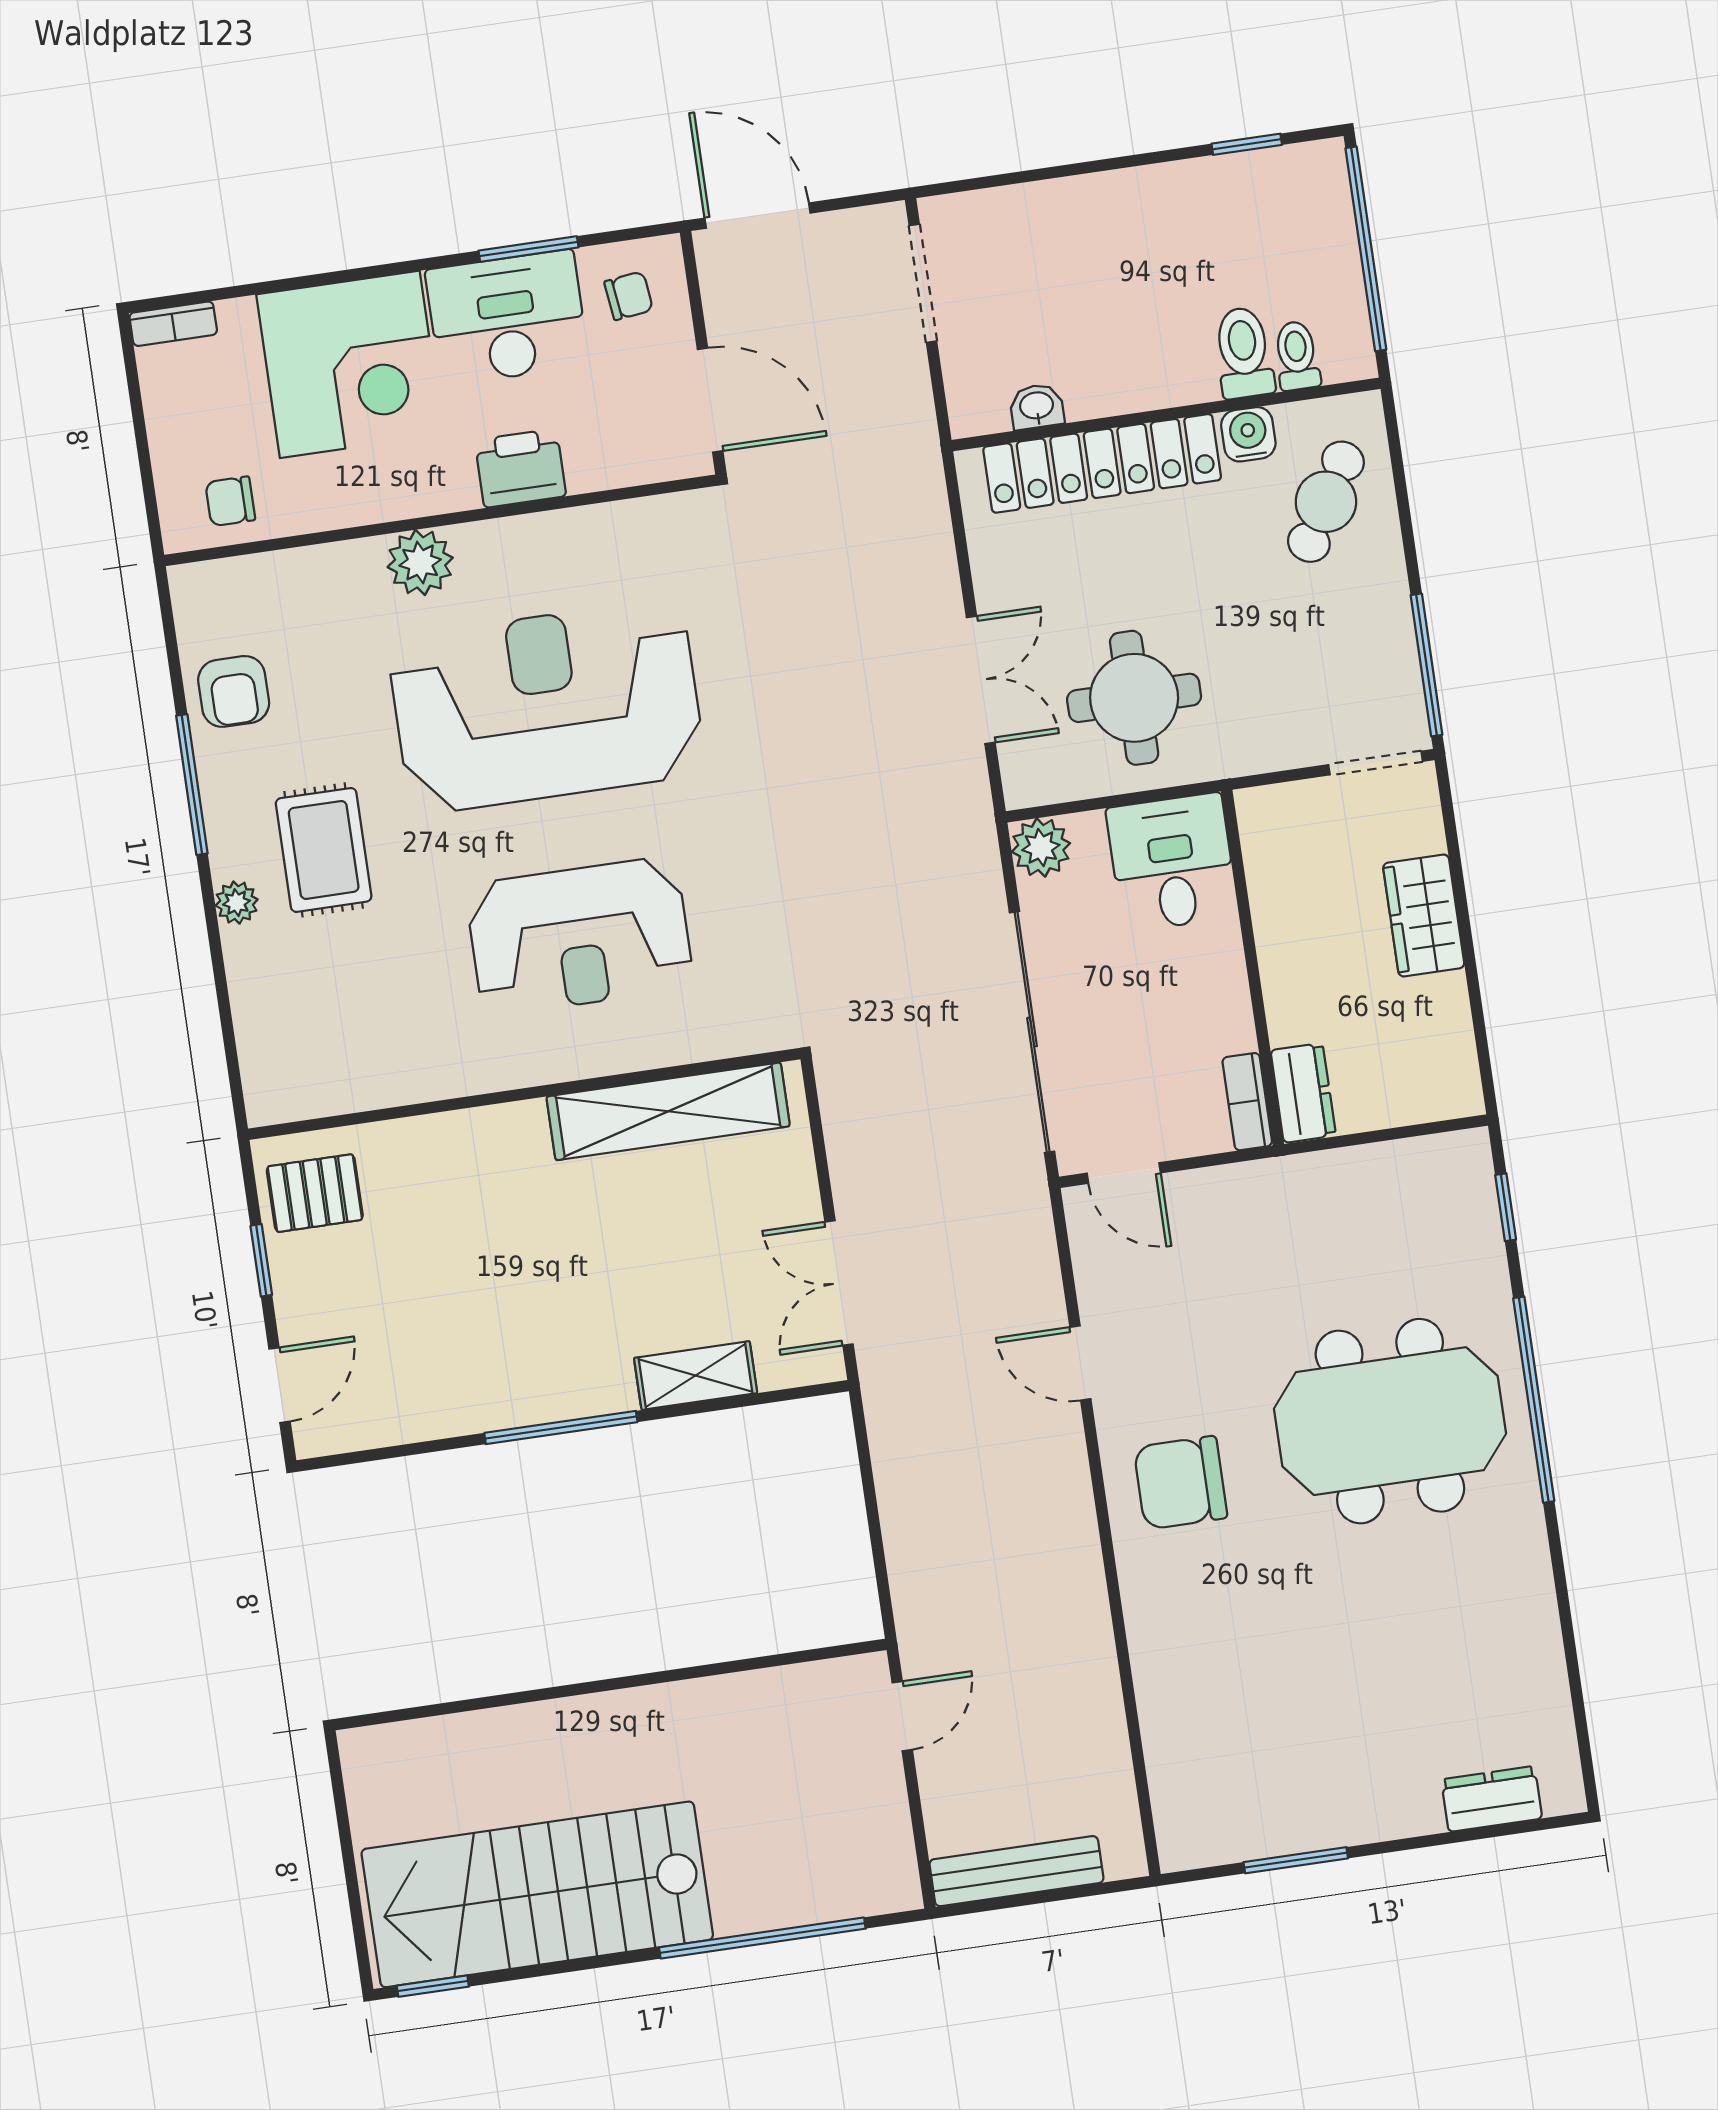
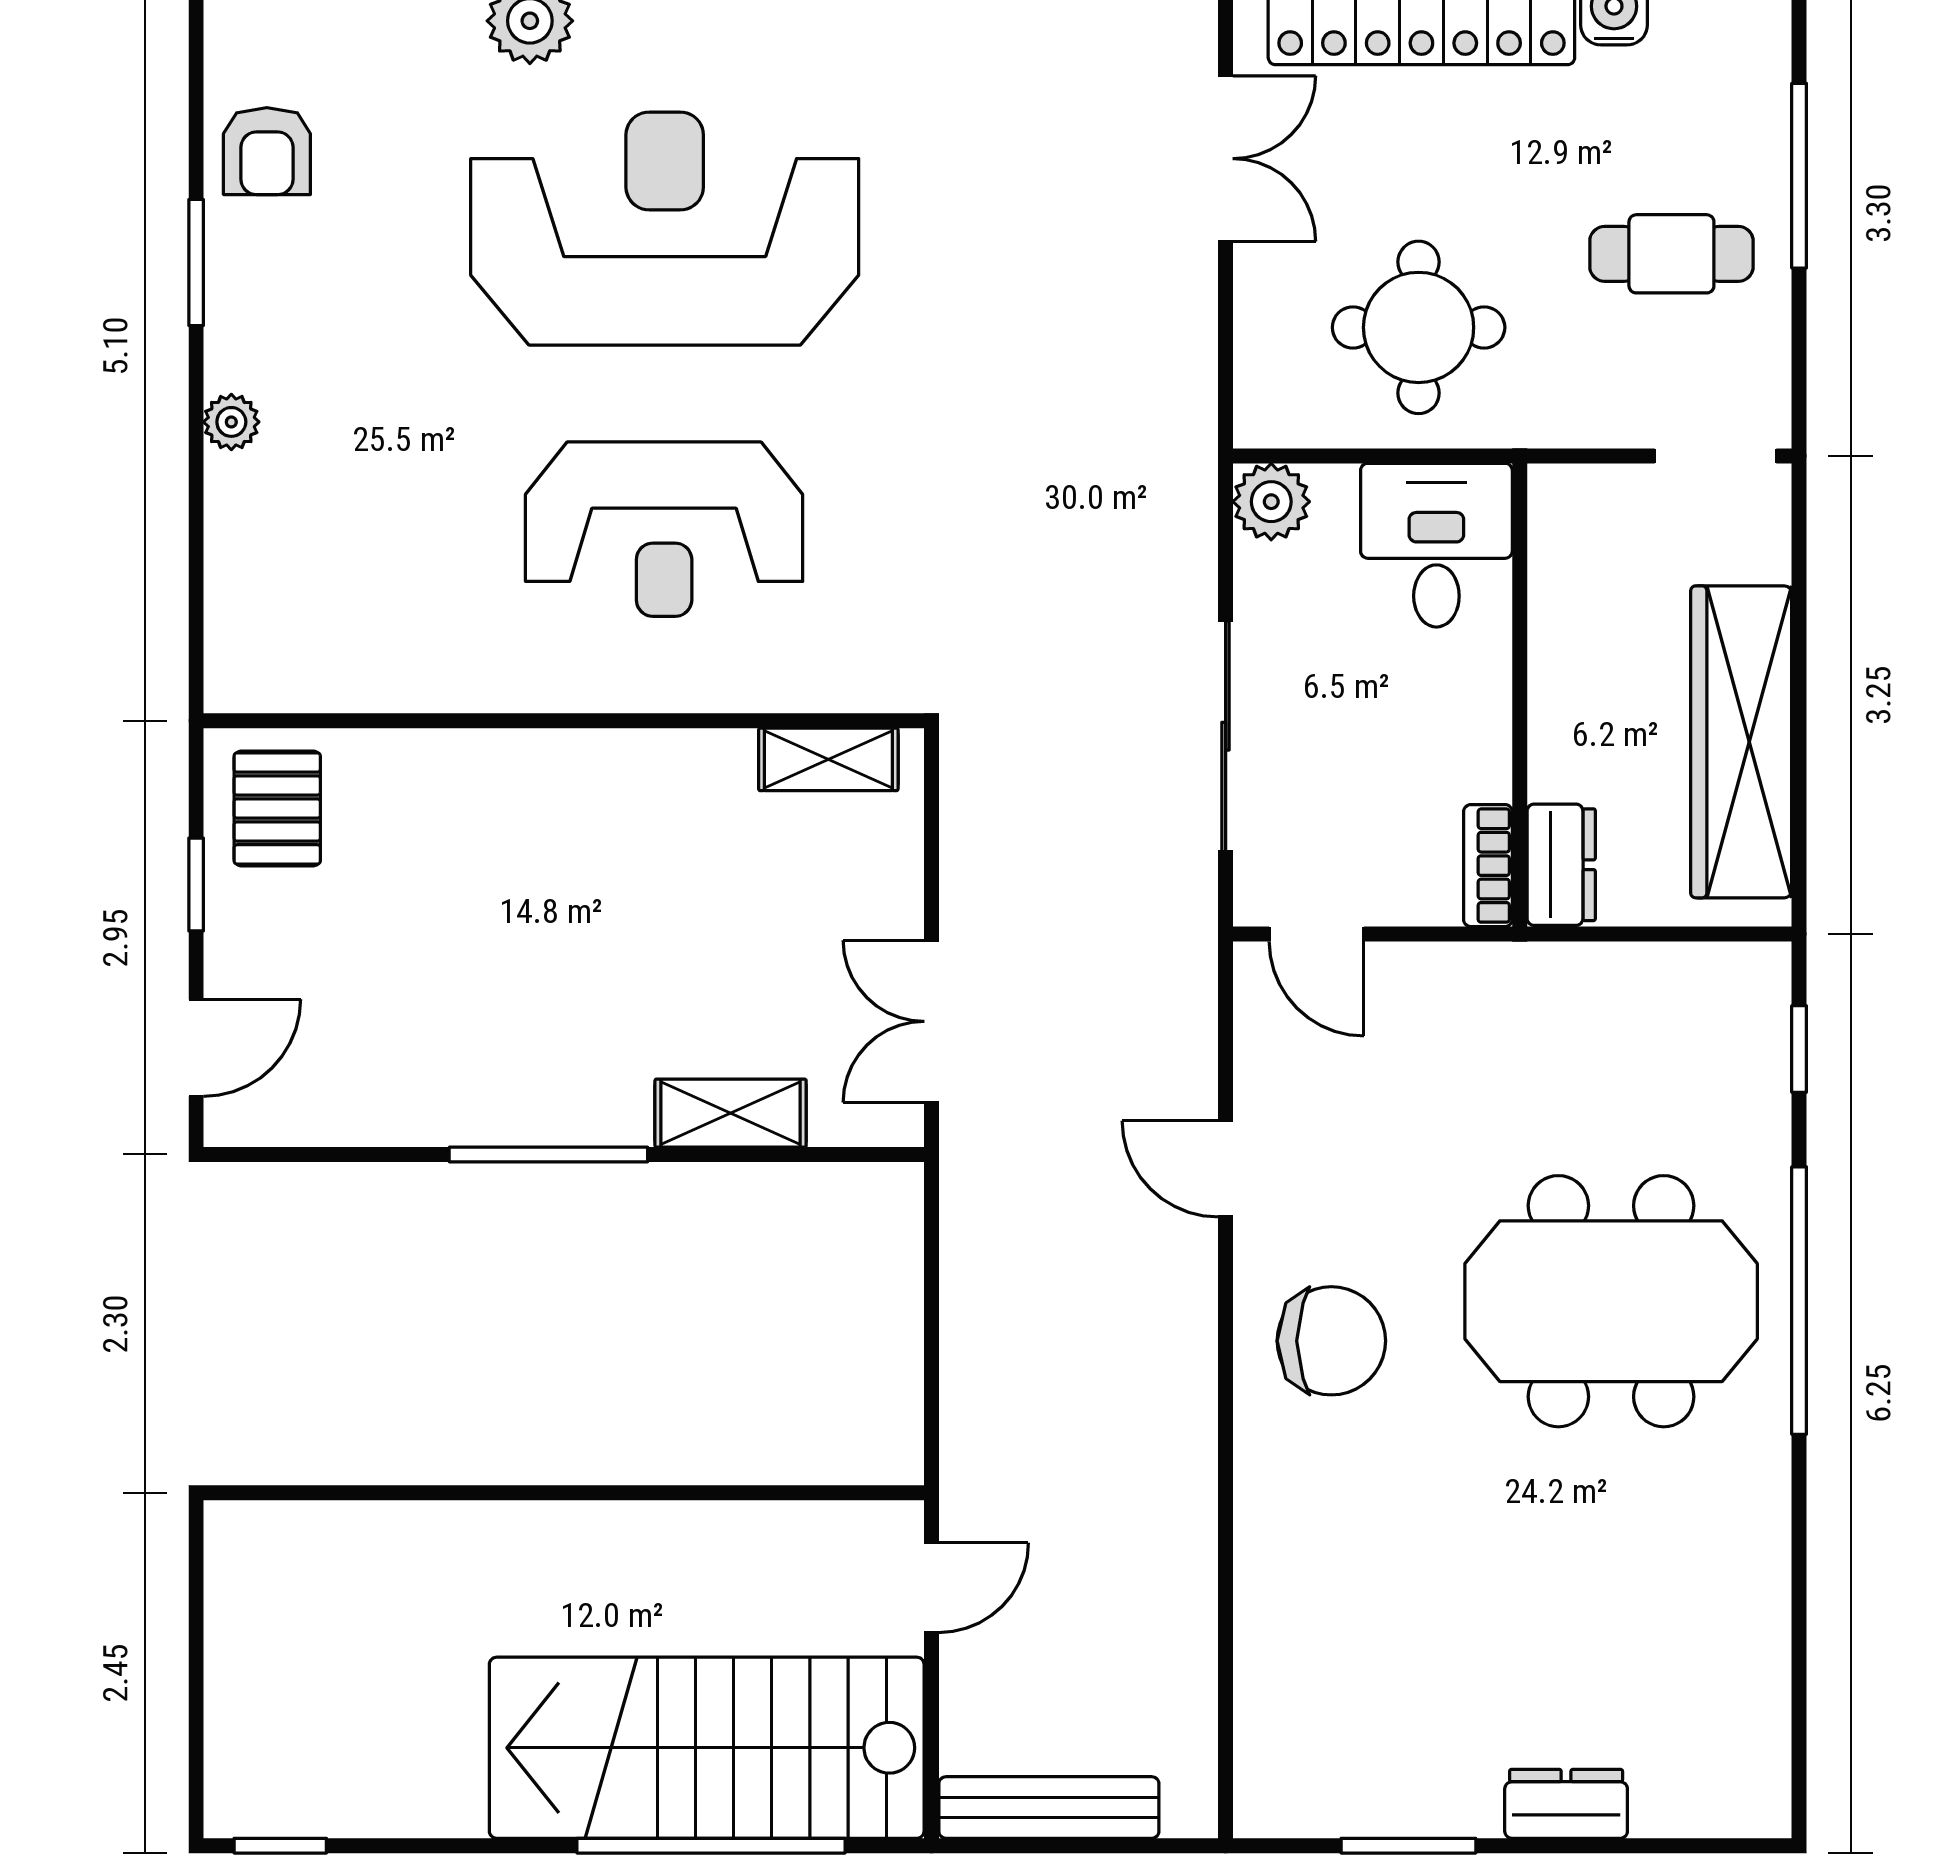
cafe table: (1326, 502) -> (1671, 254), moved, turned 59
window: (1427, 665) -> (1799, 176), moved
double door: (981, 680) -> (1226, 159), moved
window: (192, 785) -> (196, 263), width x0.69
rug: (324, 850) -> (353, 371), removed
wardrobe: (1424, 915) -> (1741, 742), width x2.10, depth x1.17
sliding door: (1032, 1032) -> (1226, 736), width x0.73
shelving: (668, 1111) -> (828, 759), width x0.45, depth x0.75
pallet: (315, 1193) -> (277, 808), turned 90
chair: (1180, 1483) -> (1331, 1341), turned 180
dresser: (1492, 1799) -> (1566, 1804), moved
stairs: (537, 1894) -> (707, 1748), moved

